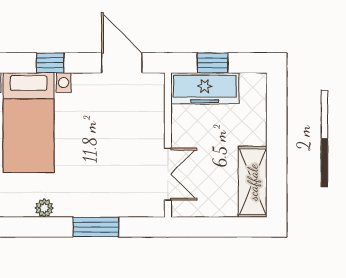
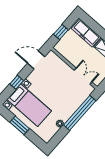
freezer: (205, 88) -> (86, 33), moved, turned 90
window: (96, 227) -> (80, 113), width x2.11

